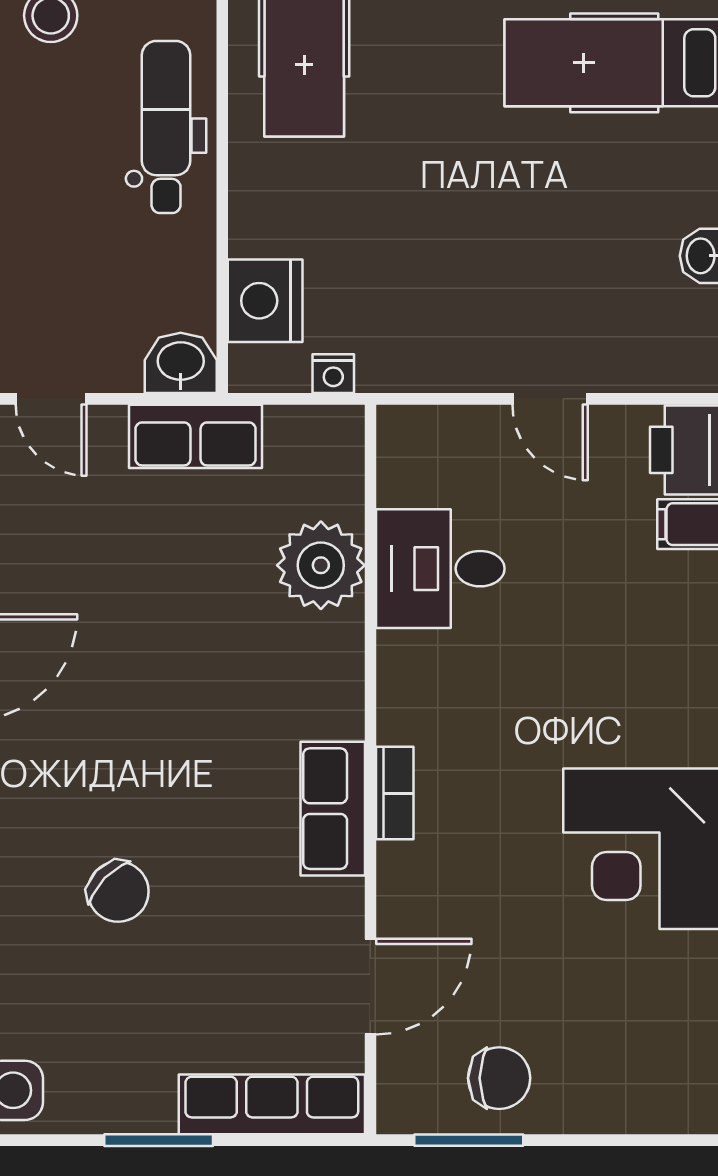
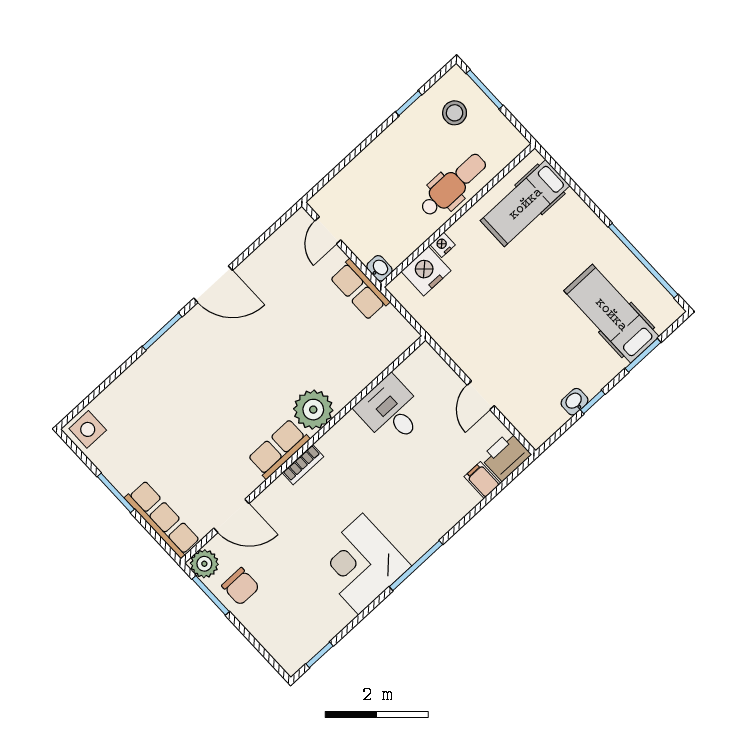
washbasin: (181, 363) -> (379, 268), width x0.72, depth x0.69
nightstand: (333, 374) -> (443, 245), moved, turned 90
plant: (321, 565) -> (313, 410), moved
chair: (118, 892) -> (186, 403), removed
plant: (408, 1103) -> (204, 564), added

